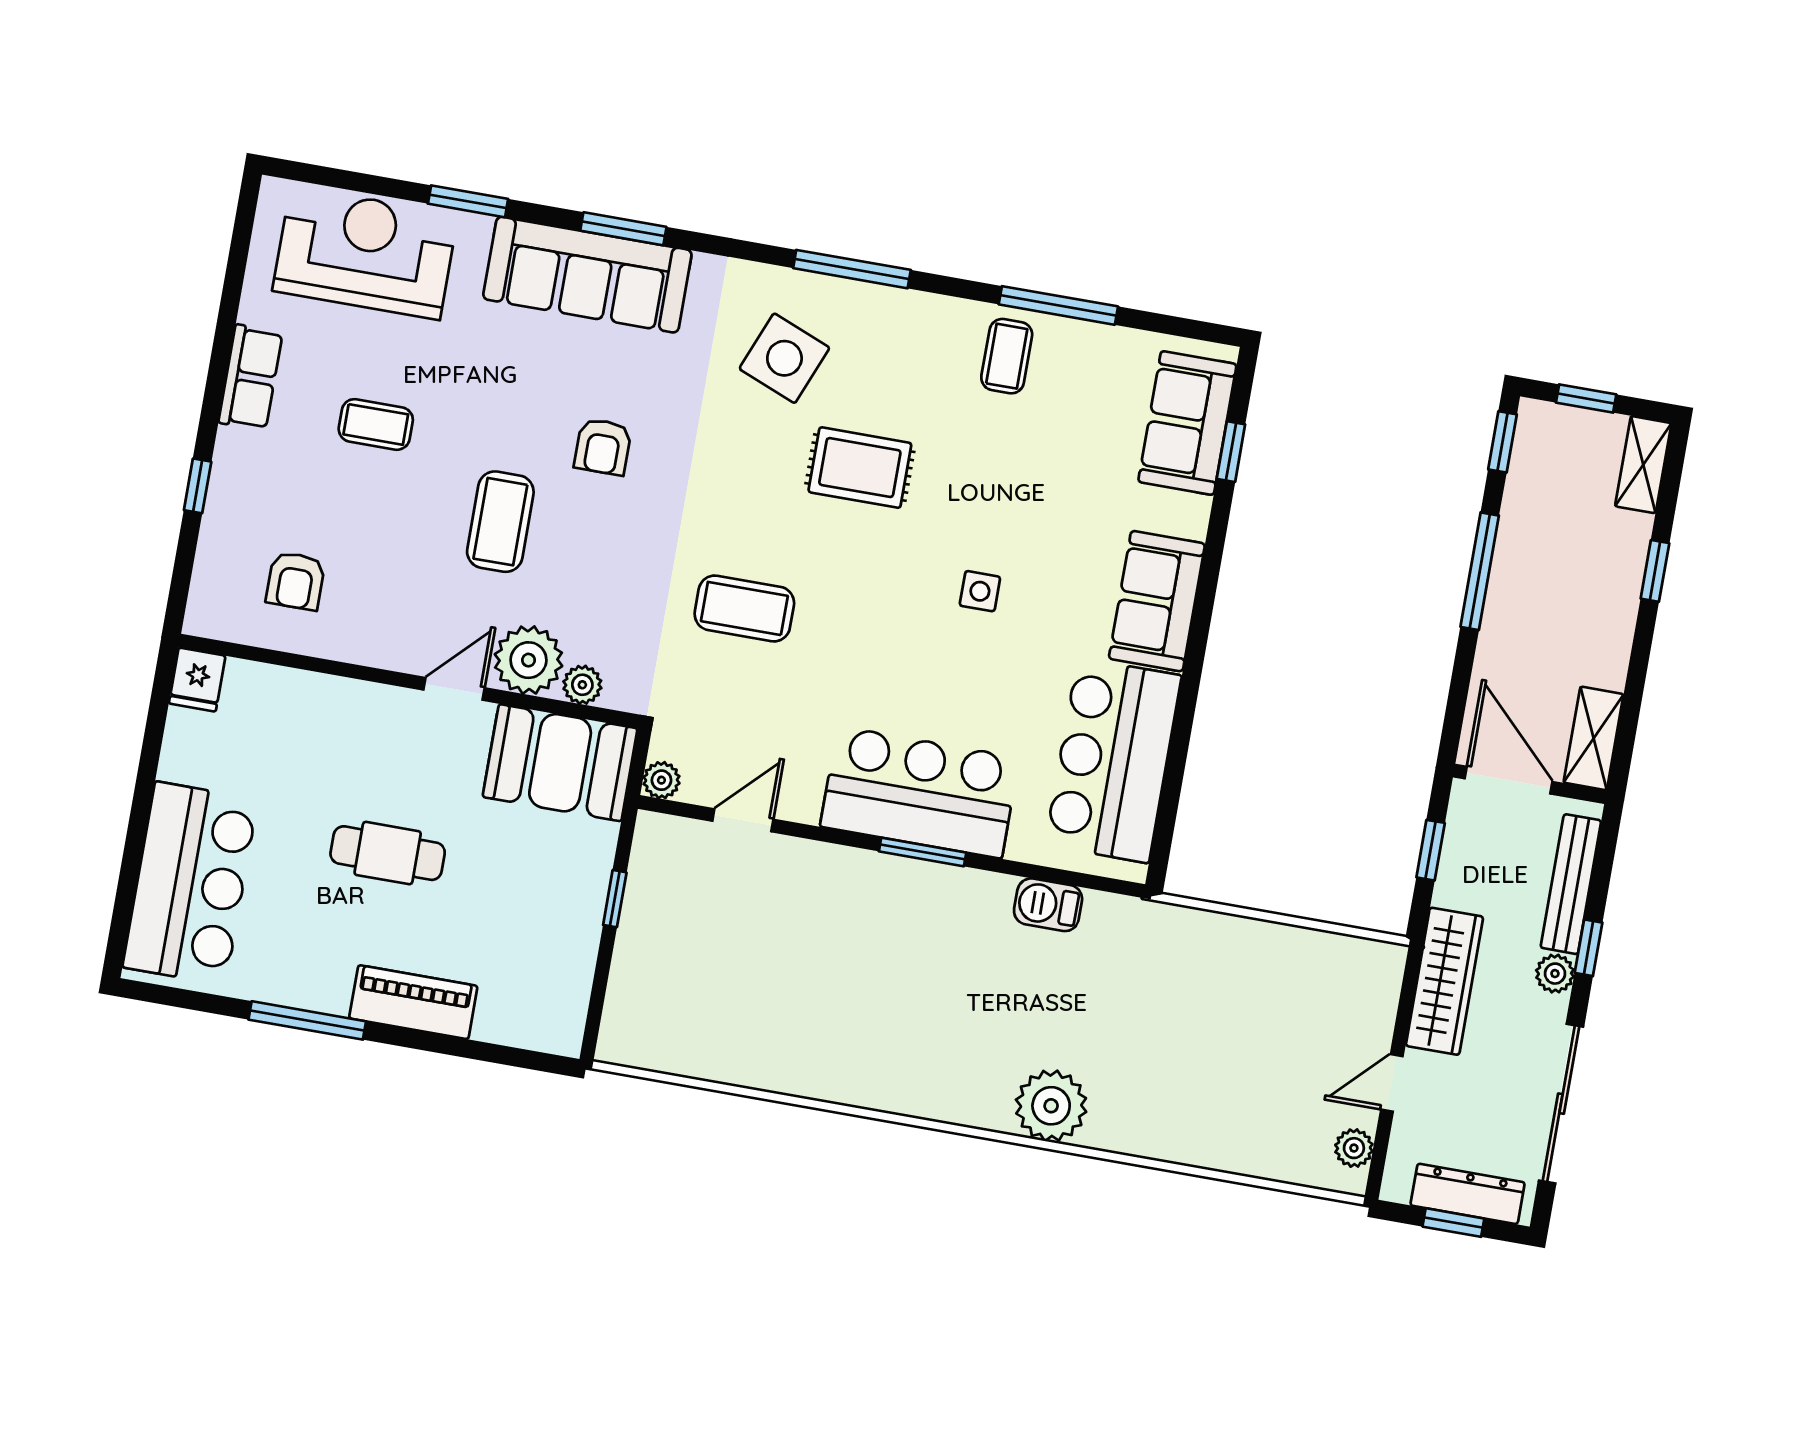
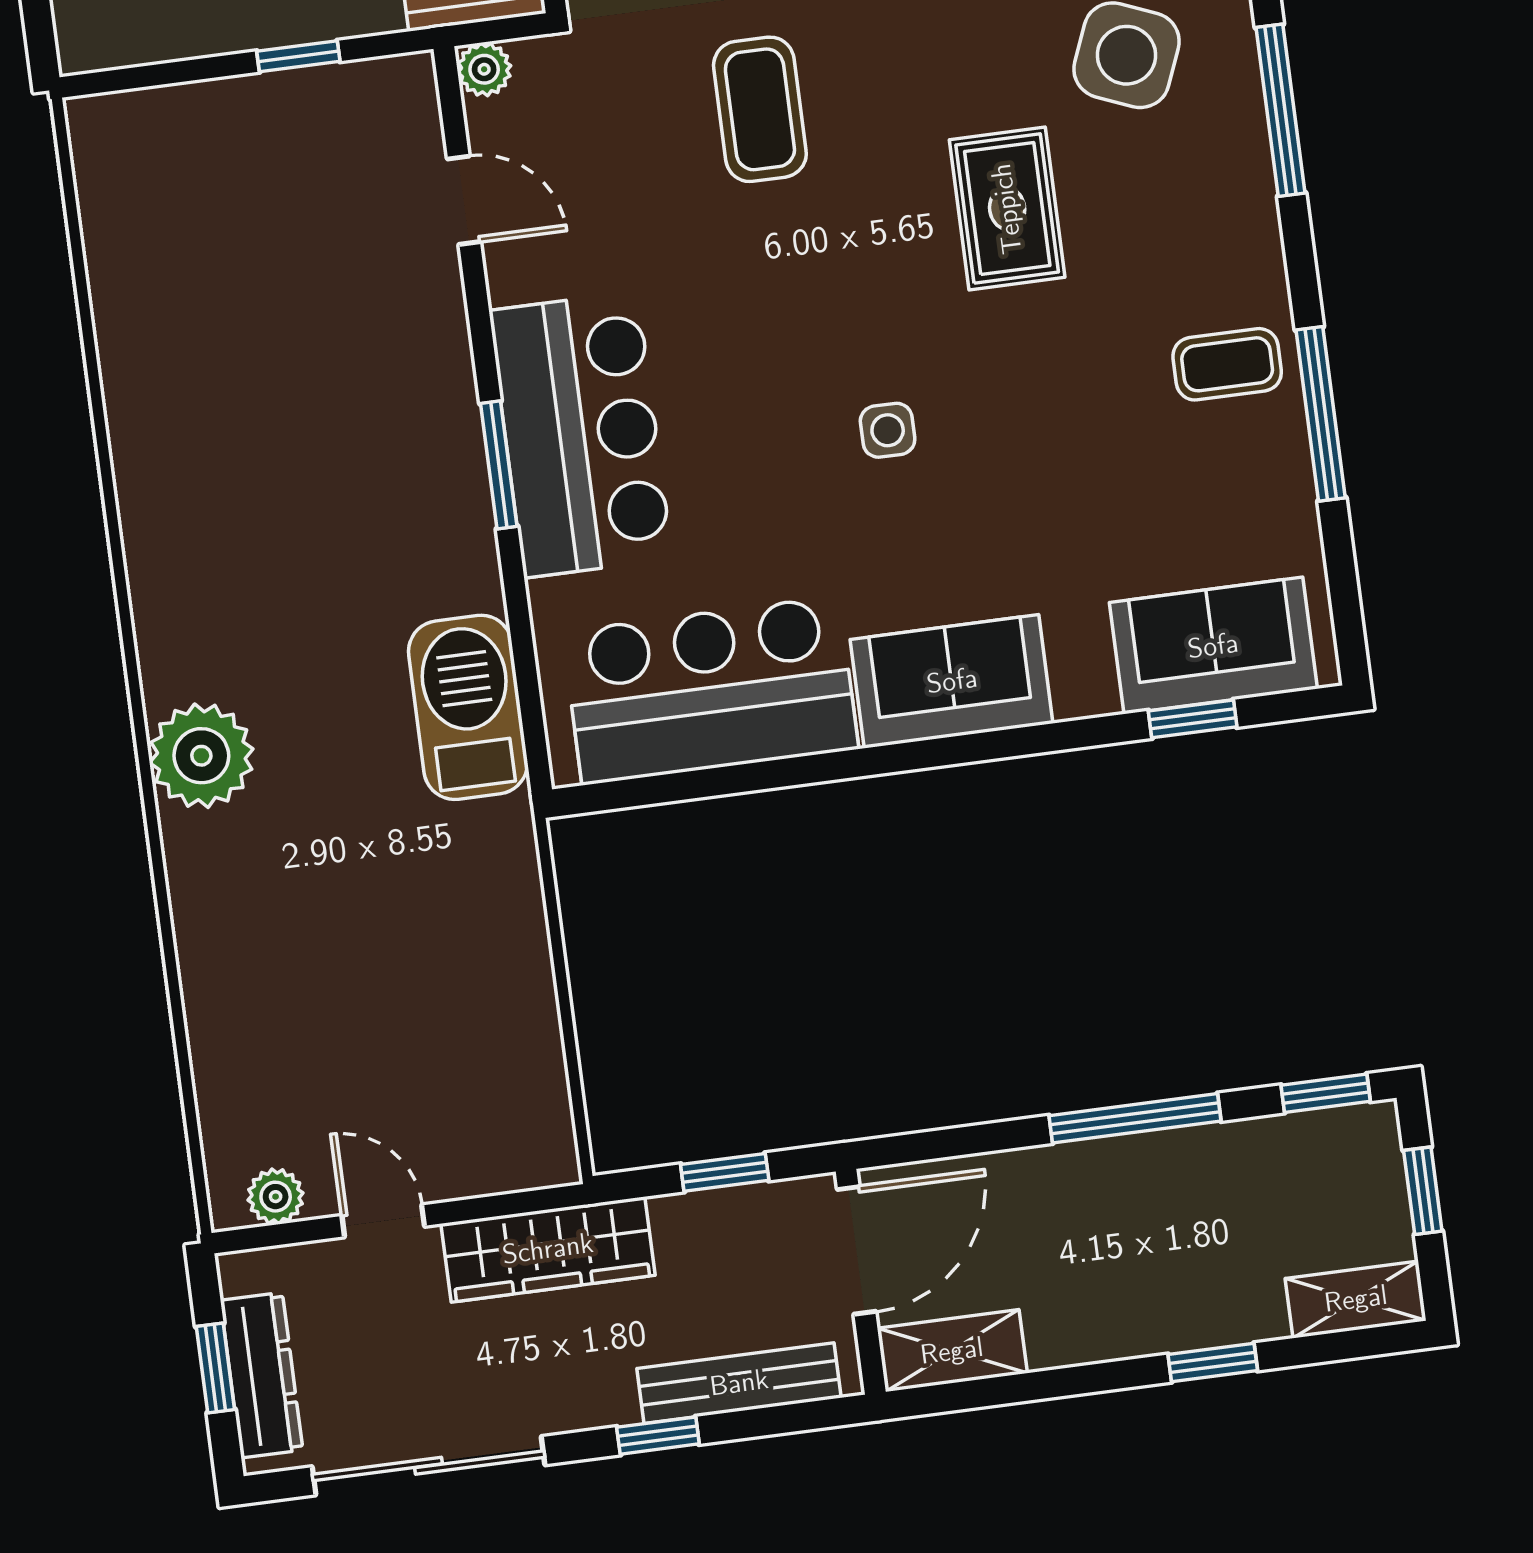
barbecue: (1048, 905) -> (468, 707), width x1.88, depth x1.53
plant: (1555, 974) -> (607, 1400), removed

